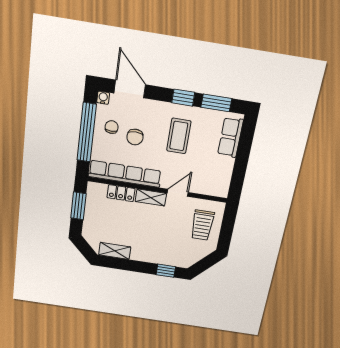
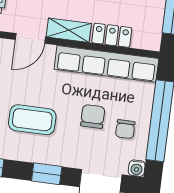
window: (183, 98) -> (47, 174), moved
coffee table: (179, 136) -> (32, 120), turned 90

